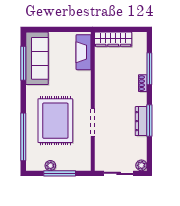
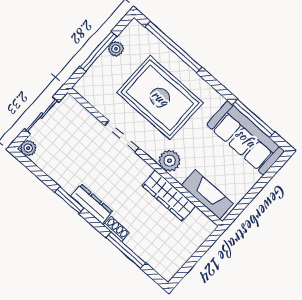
wardrobe: (113, 39) -> (169, 196), moved, turned -90
plant: (83, 87) -> (170, 161), added
window: (149, 120) -> (69, 200), width x0.69
dresser: (141, 121) -> (92, 204), moved

